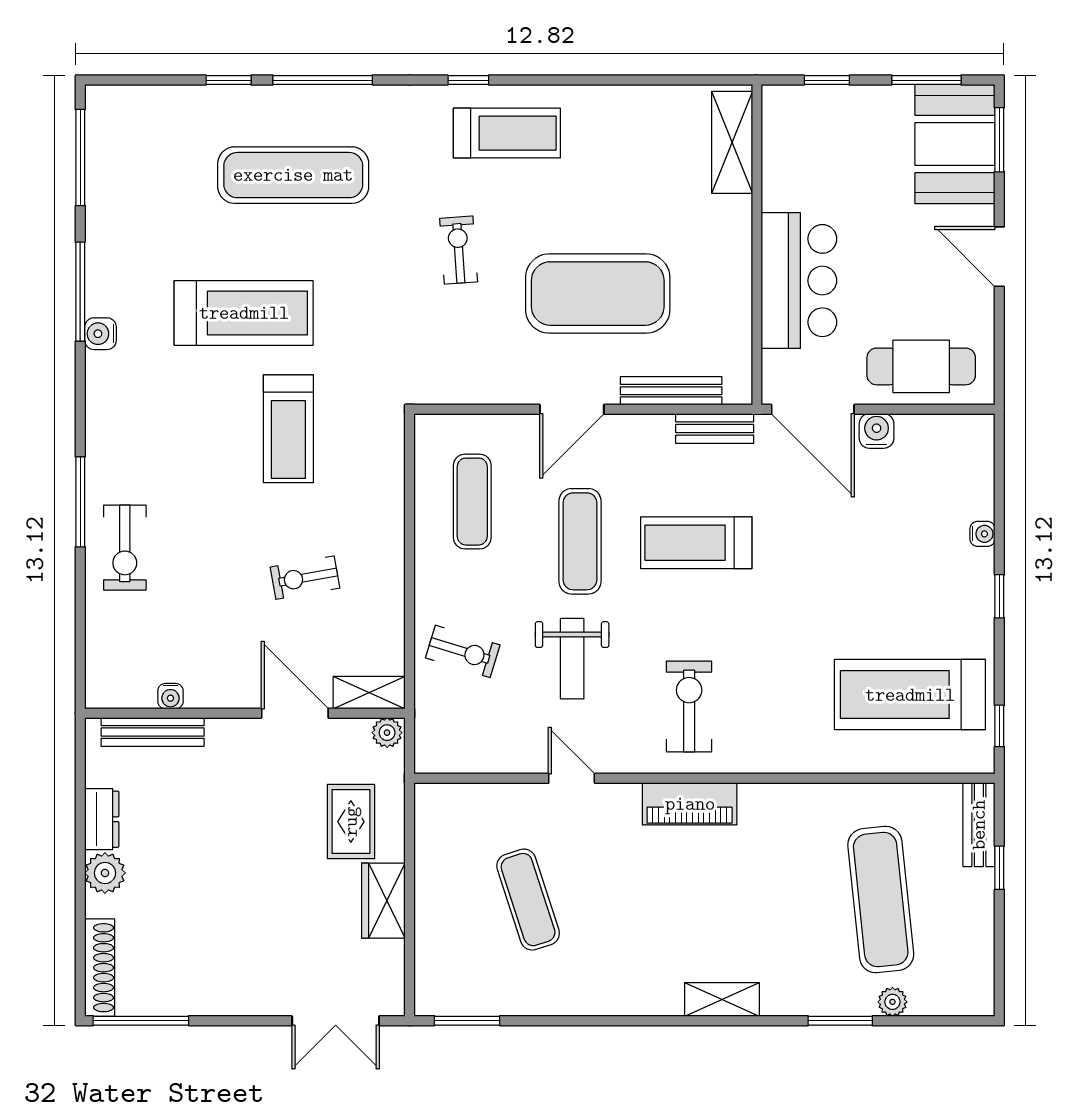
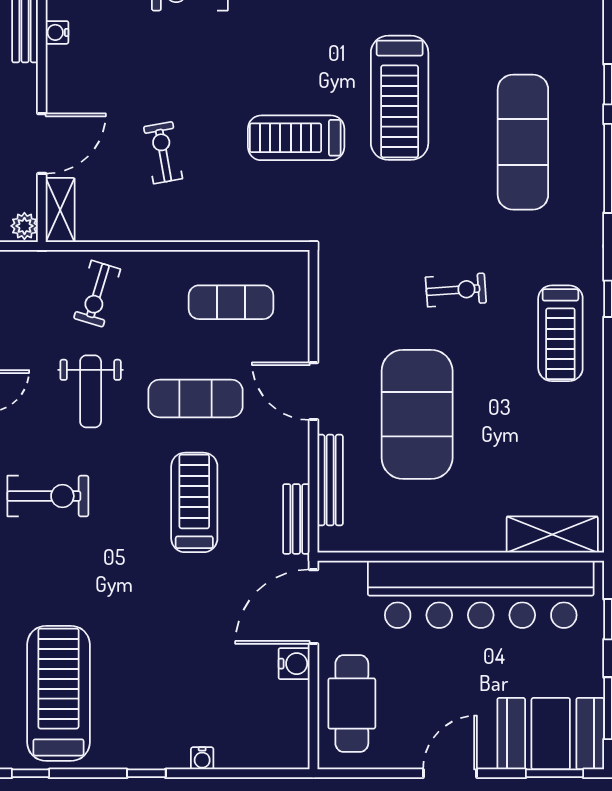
bar counter: (799, 281) -> (481, 594), width x1.86
weight bench: (572, 659) -> (91, 391), turned -90

